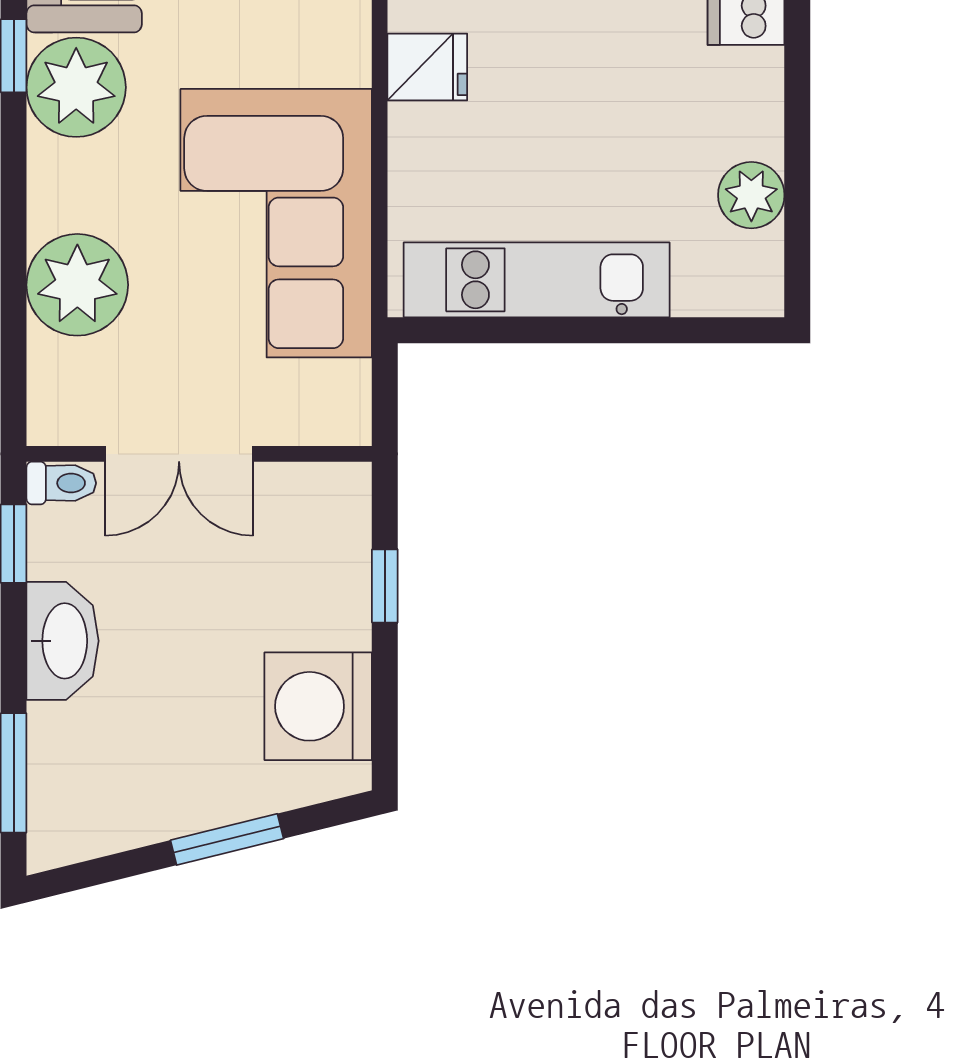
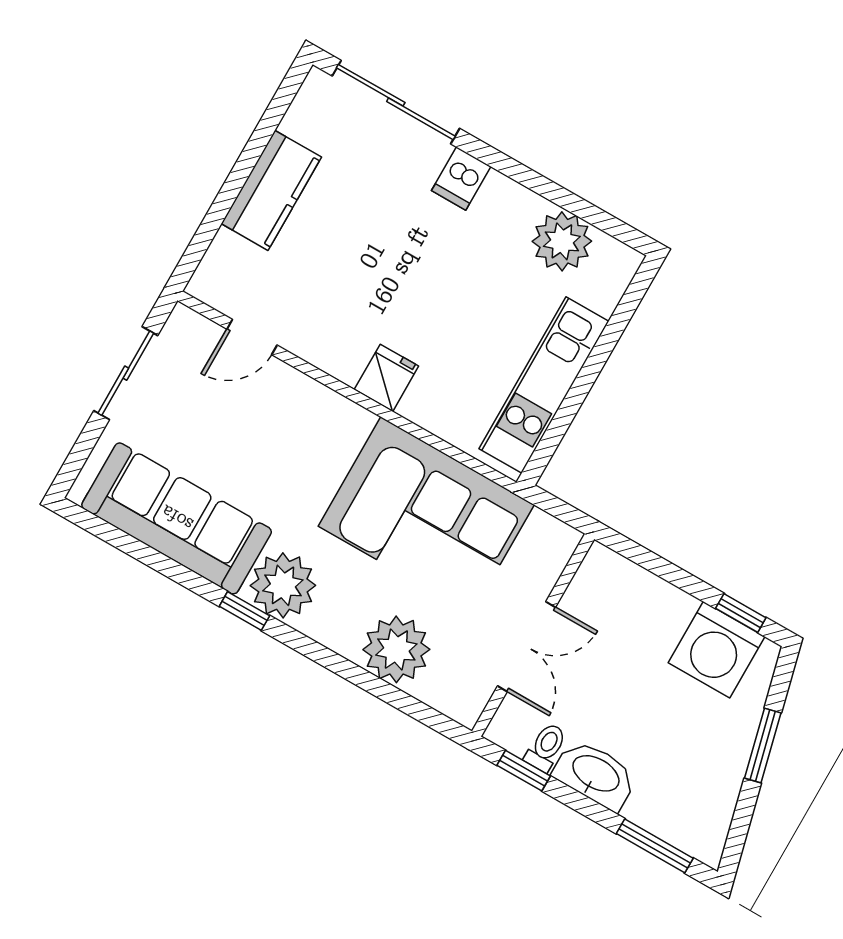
plant: (751, 195) -> (562, 241), width x1.36, depth x1.36
toilet: (61, 483) -> (546, 747), moved
window: (385, 586) -> (741, 613), moved

